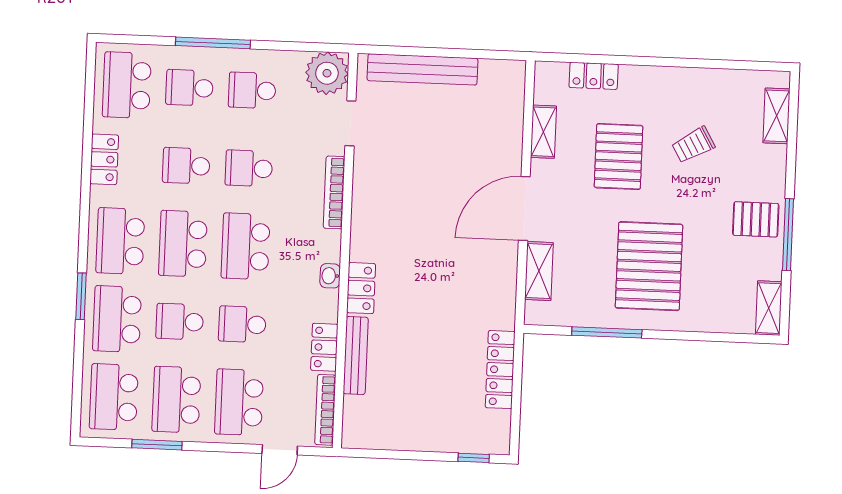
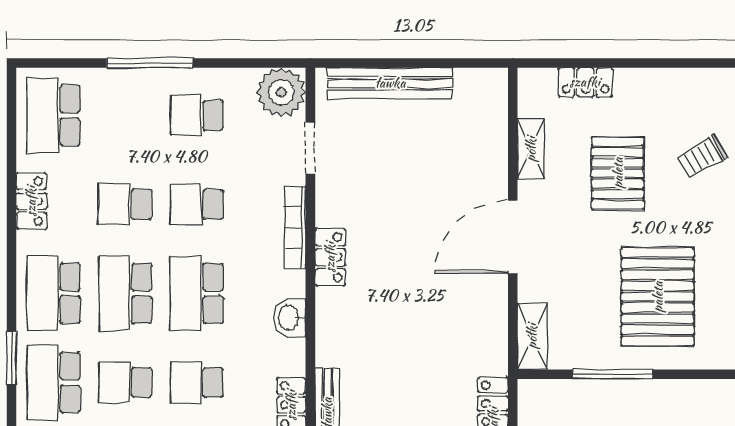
school desk: (189, 88) -> (125, 115), removed
shelving: (539, 271) -> (532, 336), moved
washbasin: (330, 276) -> (289, 318), width x1.38, depth x1.45
locker: (361, 288) -> (330, 257), moved

